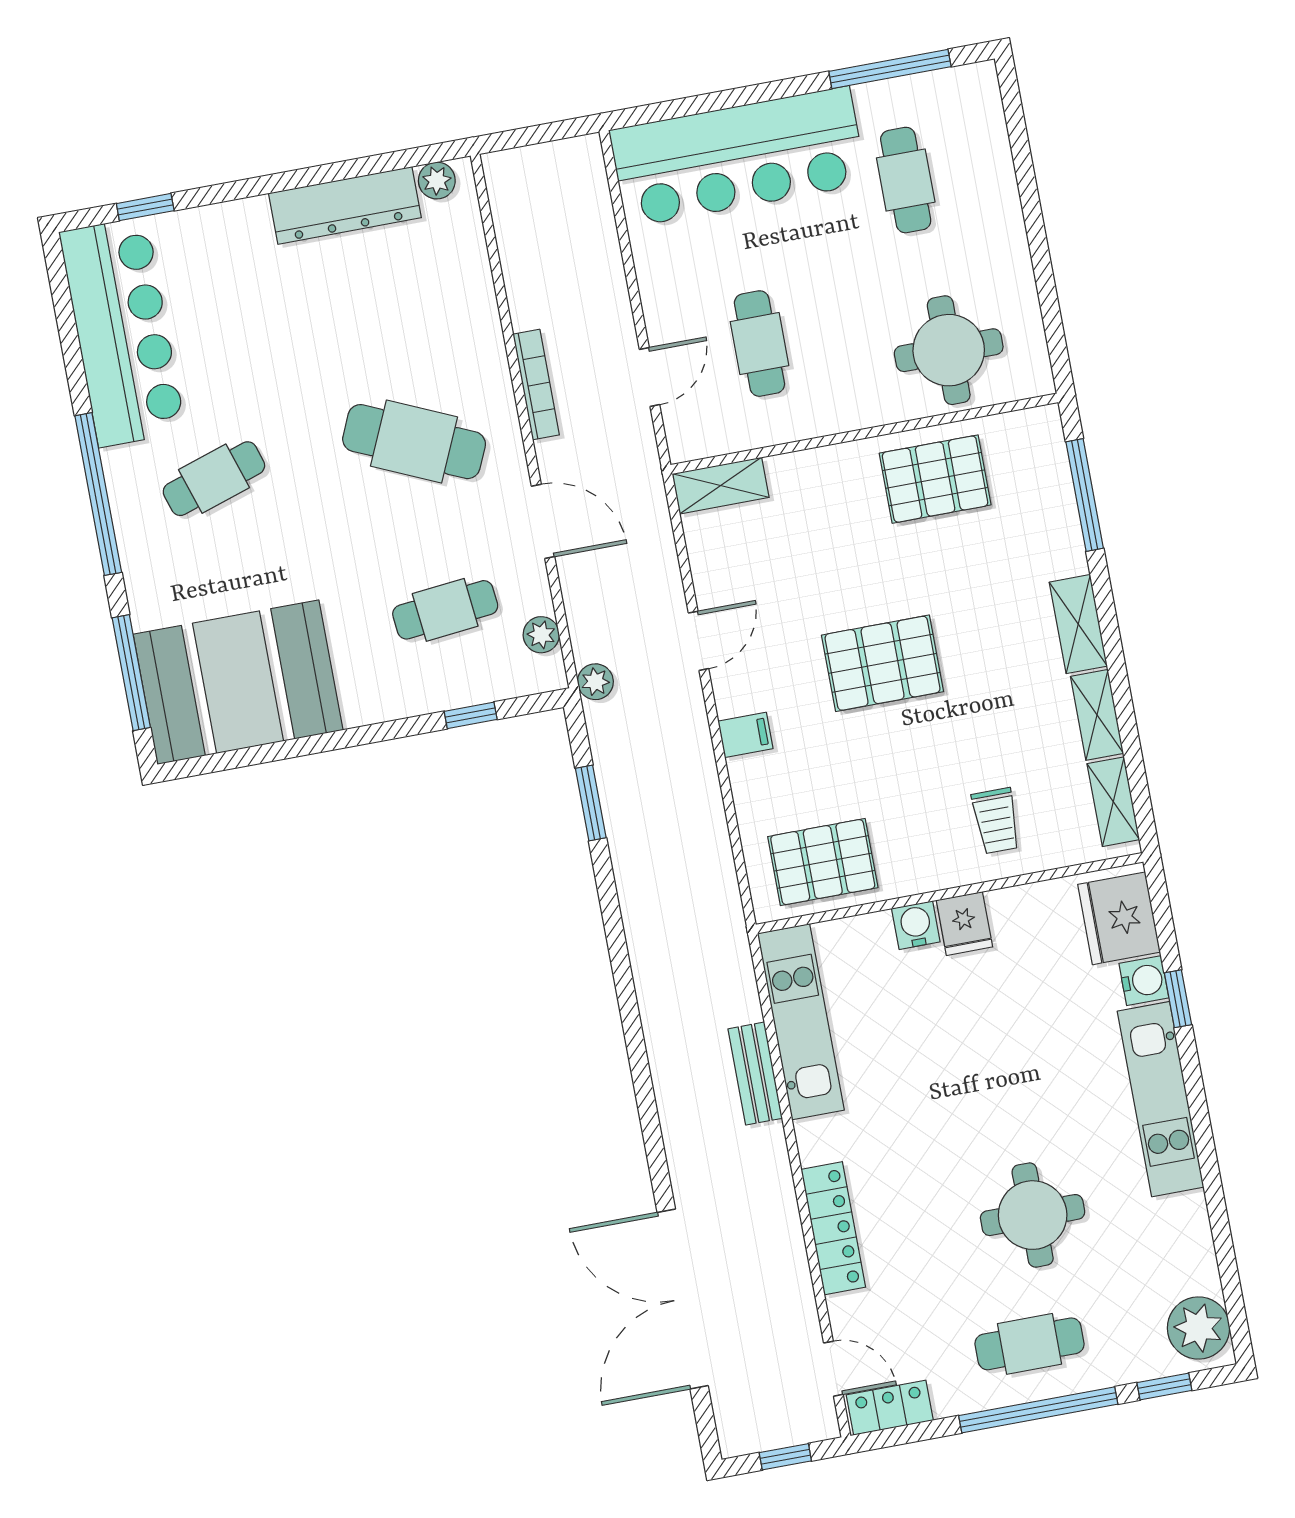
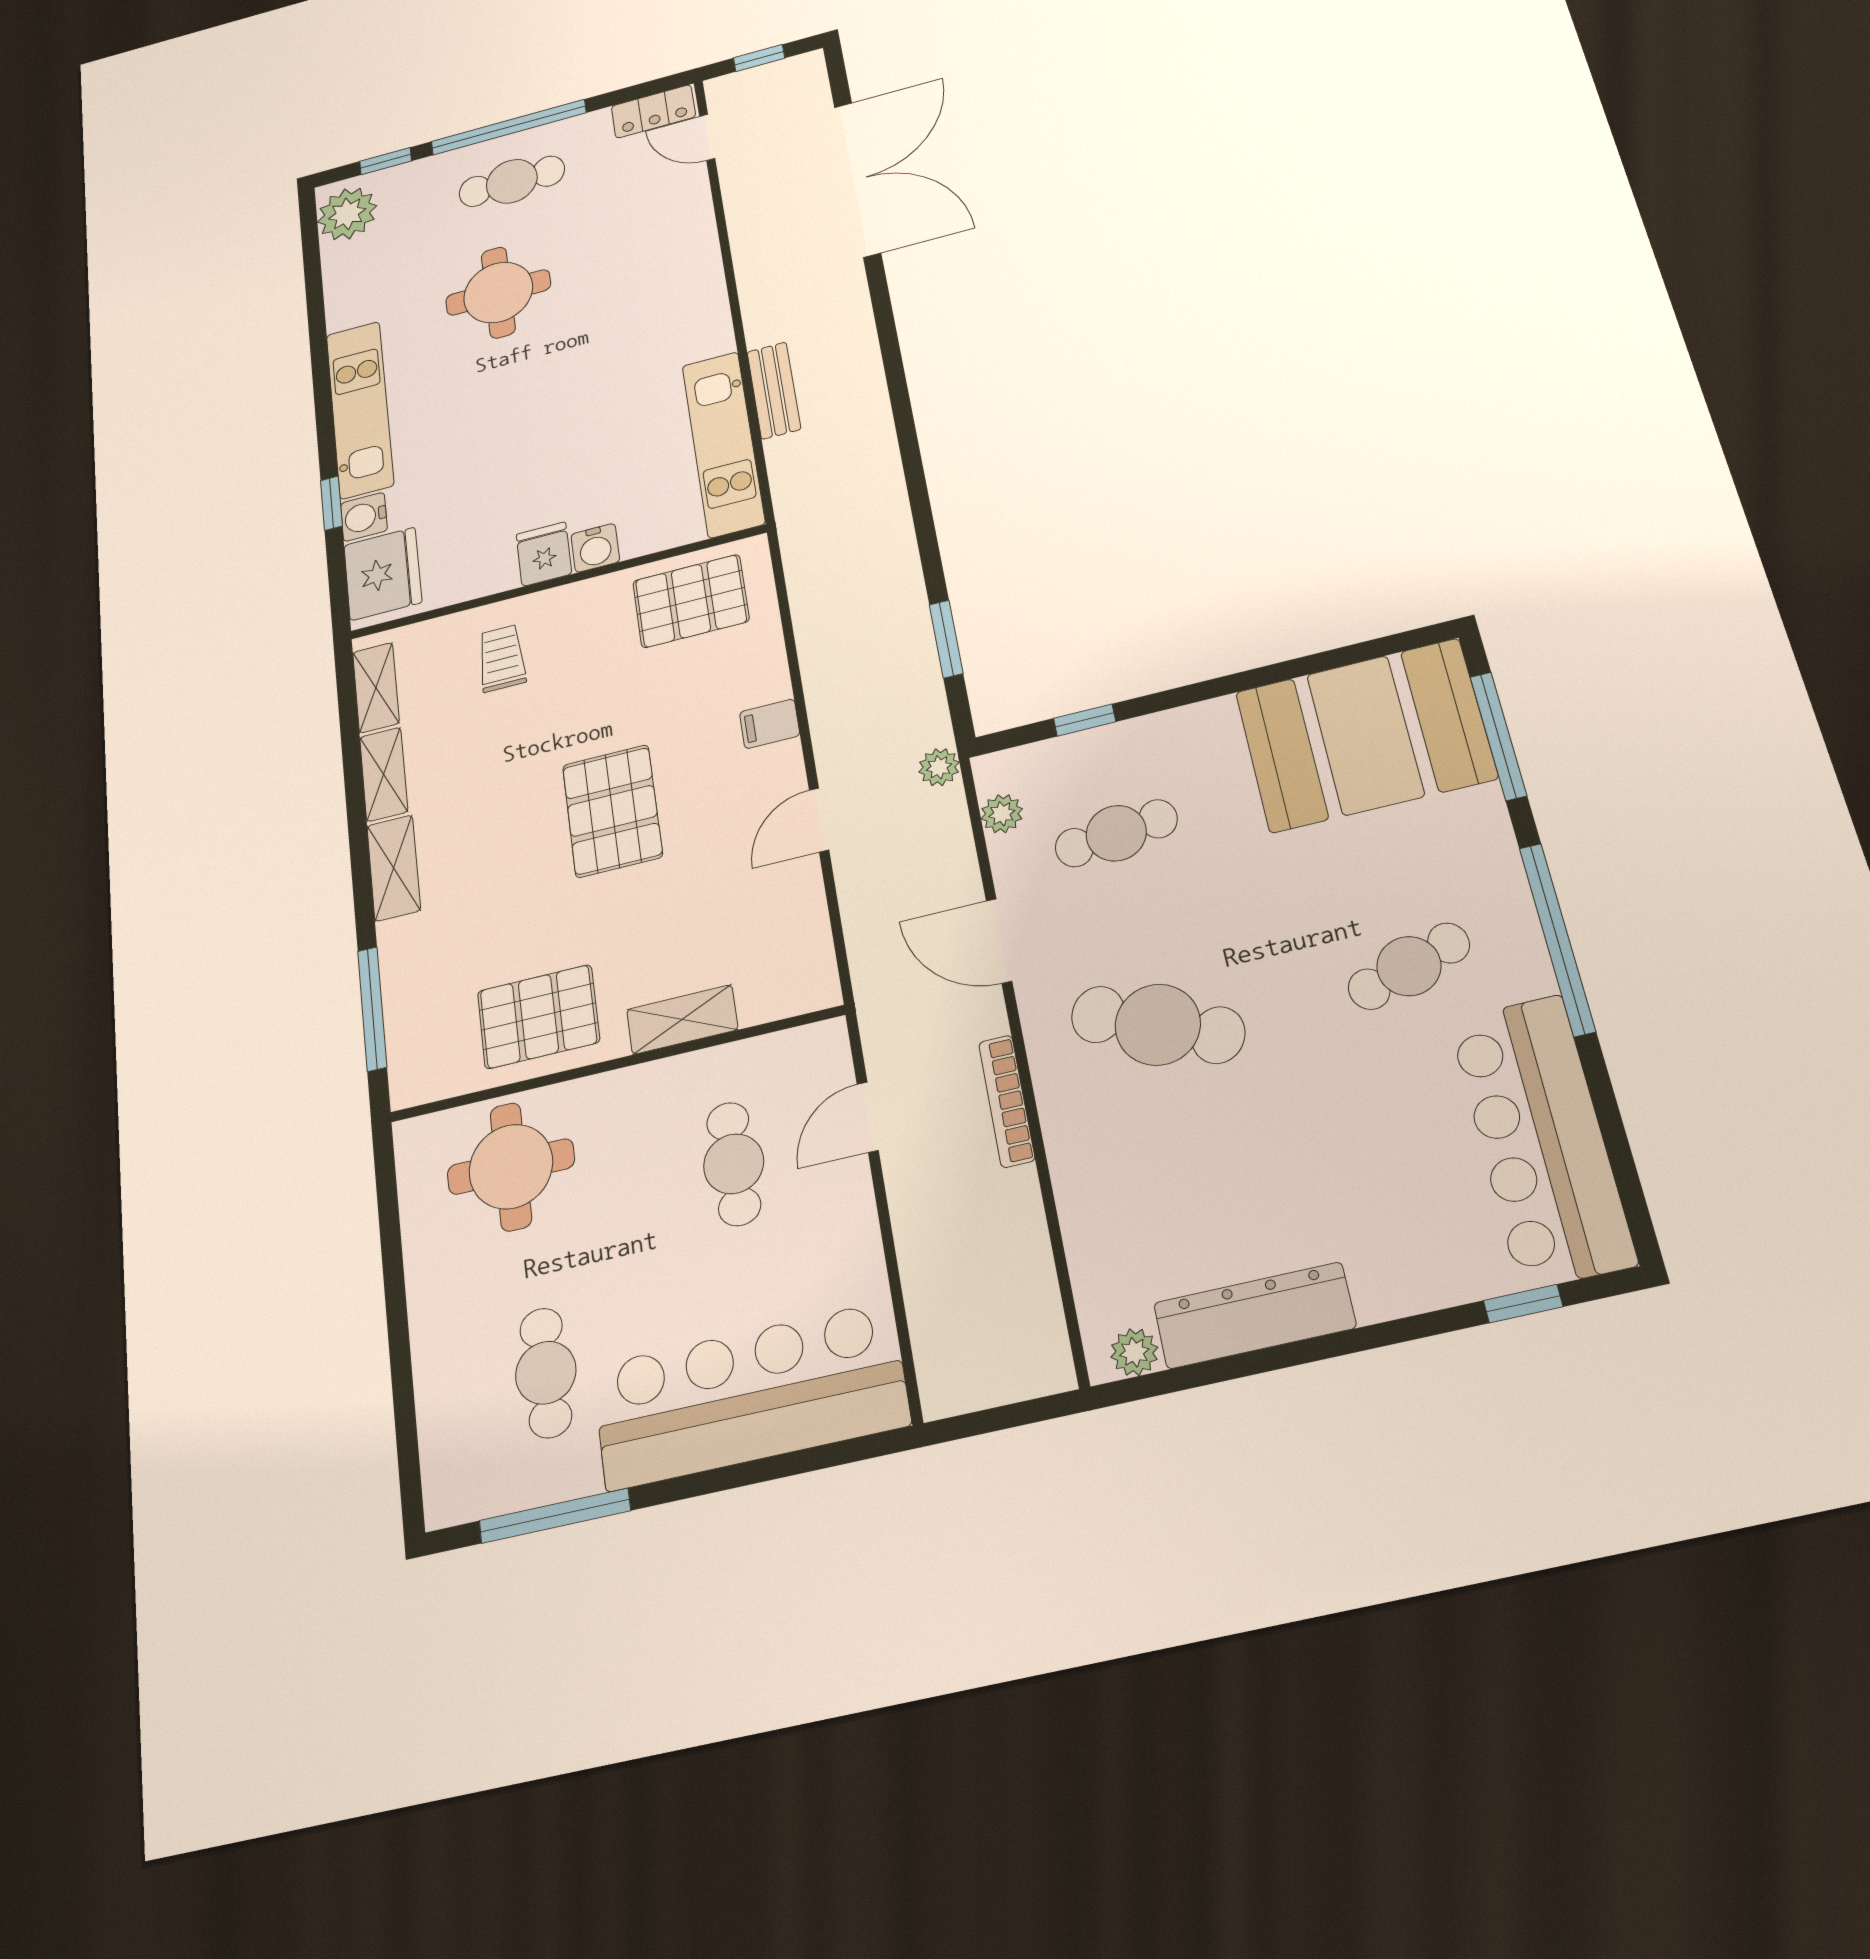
shelving: (721, 486) -> (682, 1020), moved
pallet: (883, 663) -> (612, 811), turned 90
locker: (833, 1228) -> (700, 259), removed

